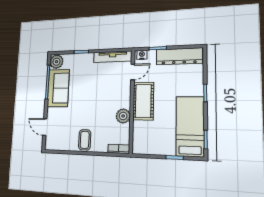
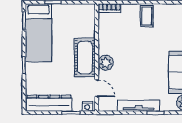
tv unit: (113, 57) -> (138, 106), moved
door: (133, 72) -> (97, 88), swing flipped
plant: (123, 116) -> (106, 63), moved

